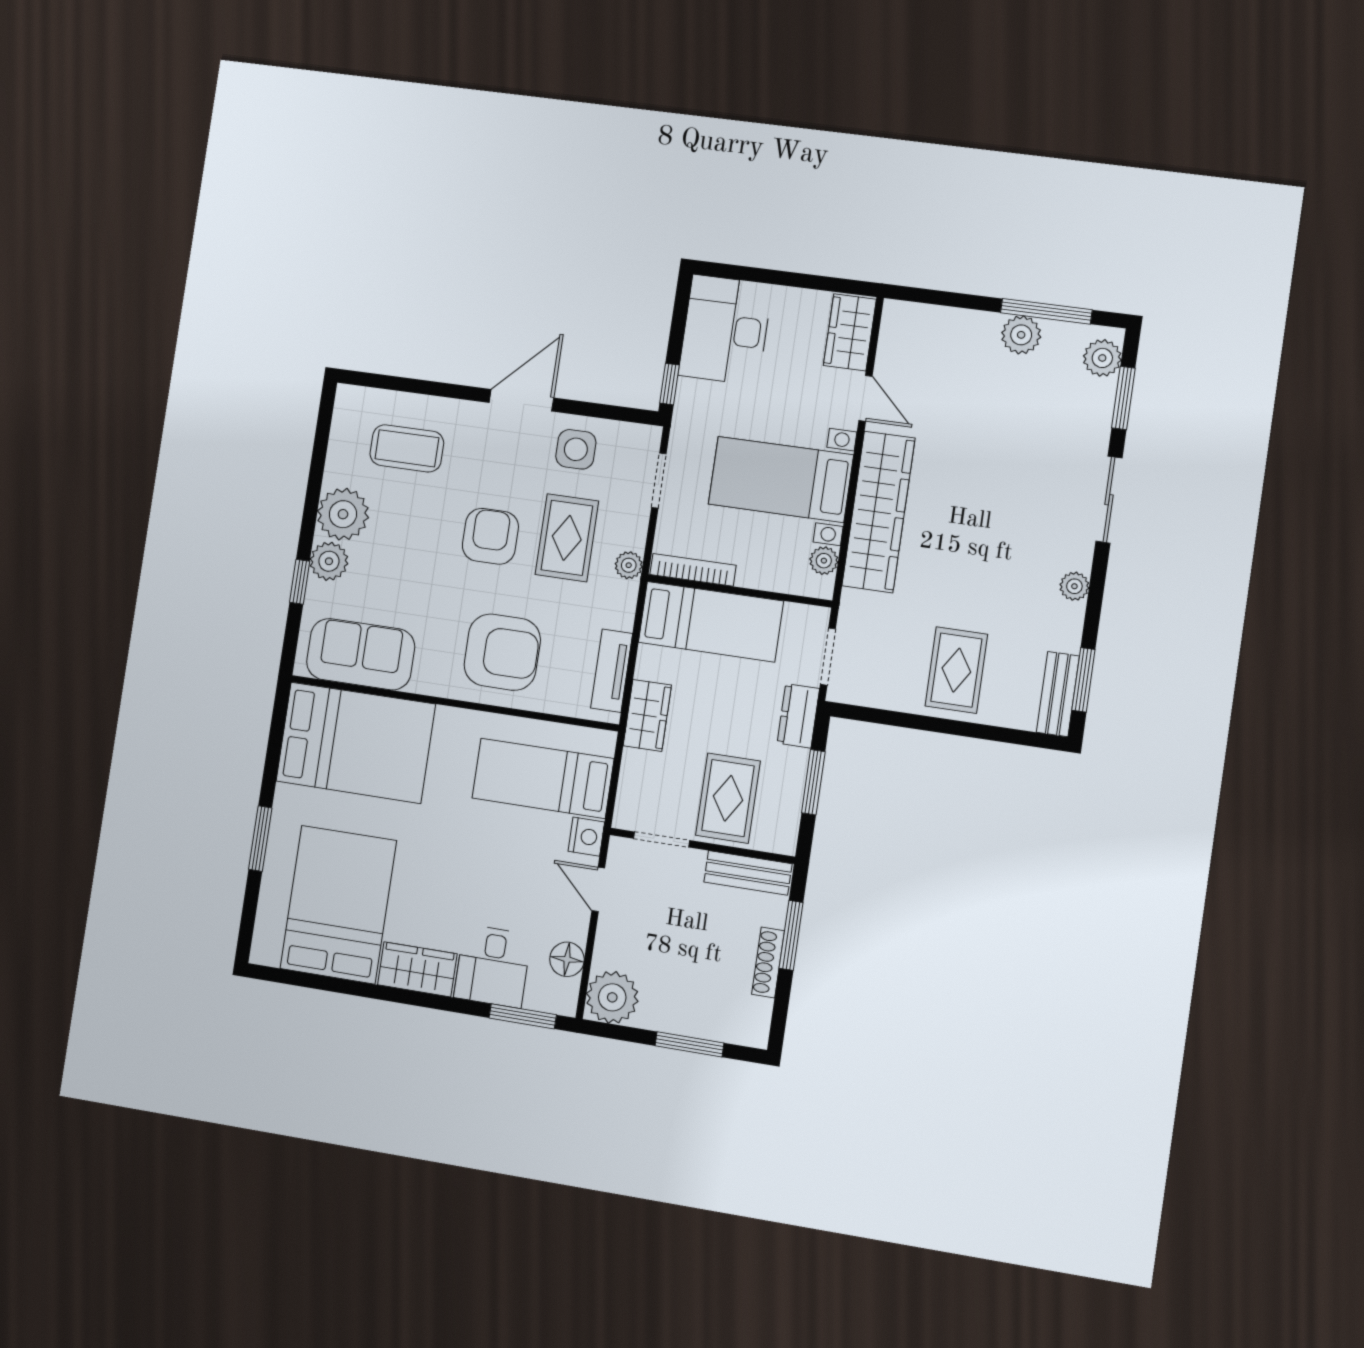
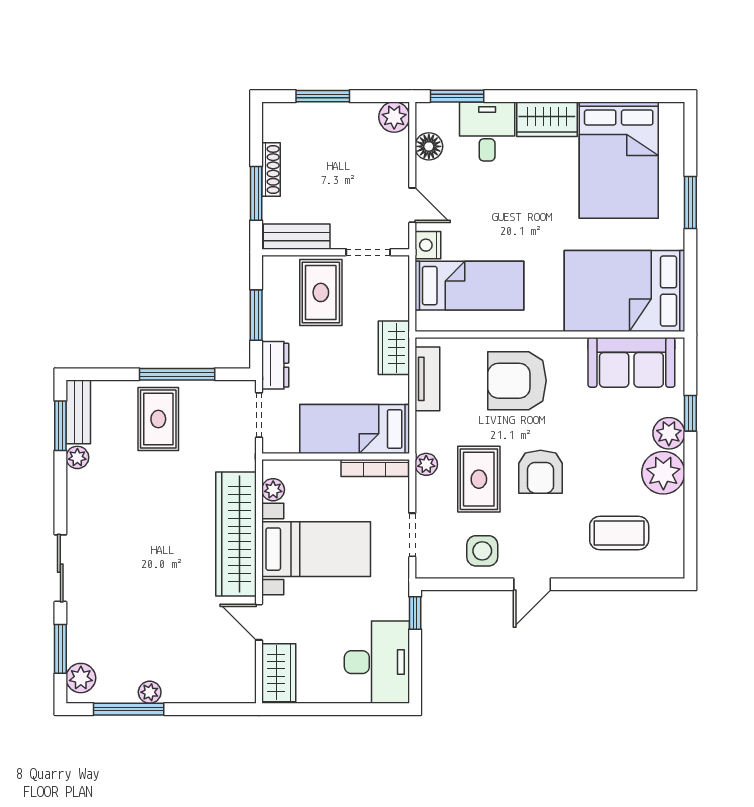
plant: (1021, 335) -> (150, 692), width x0.73, depth x0.73
door: (521, 400) -> (532, 584), width x0.73
plant: (1074, 586) -> (77, 457), moved
window: (924, 723) -> (177, 374), added
plant: (612, 997) -> (394, 117), width x0.73, depth x0.73

